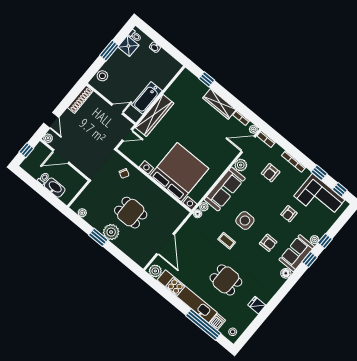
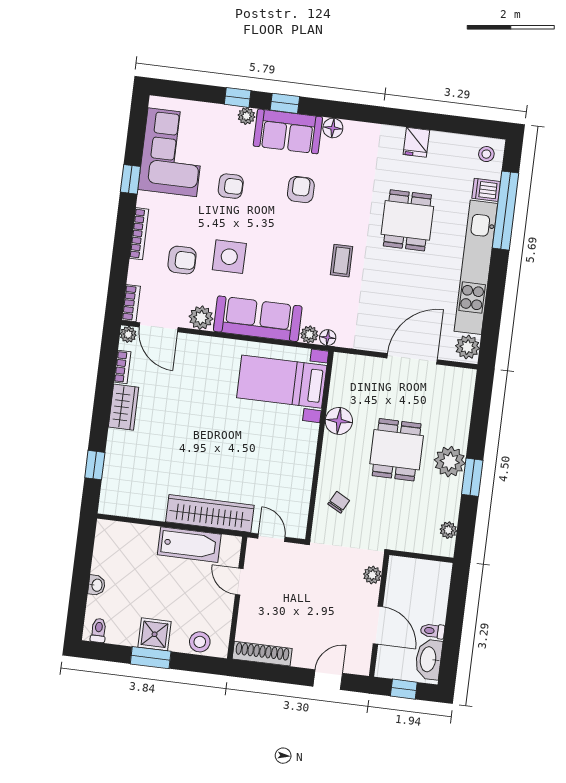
shower: (128, 46) -> (155, 634), moved
wardrobe: (219, 104) -> (124, 407), width x0.67
plant: (48, 138) -> (372, 575), moved
bed with nightstands: (179, 172) -> (282, 382), width x0.54
washbasin: (55, 188) -> (429, 659), moved
window: (340, 190) -> (137, 127), removed
floor lamp: (159, 196) -> (339, 421), added
side table: (245, 220) -> (229, 257), moved

